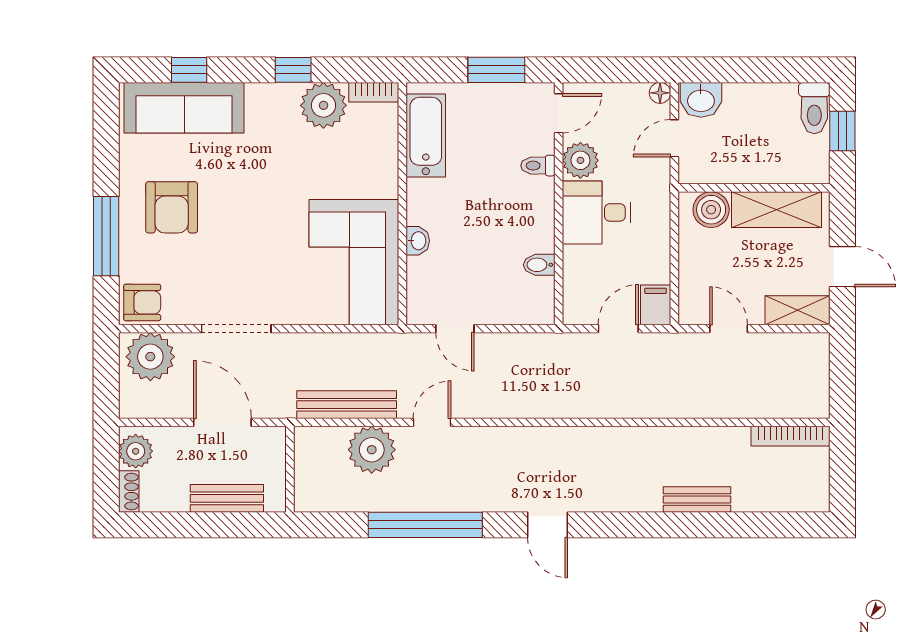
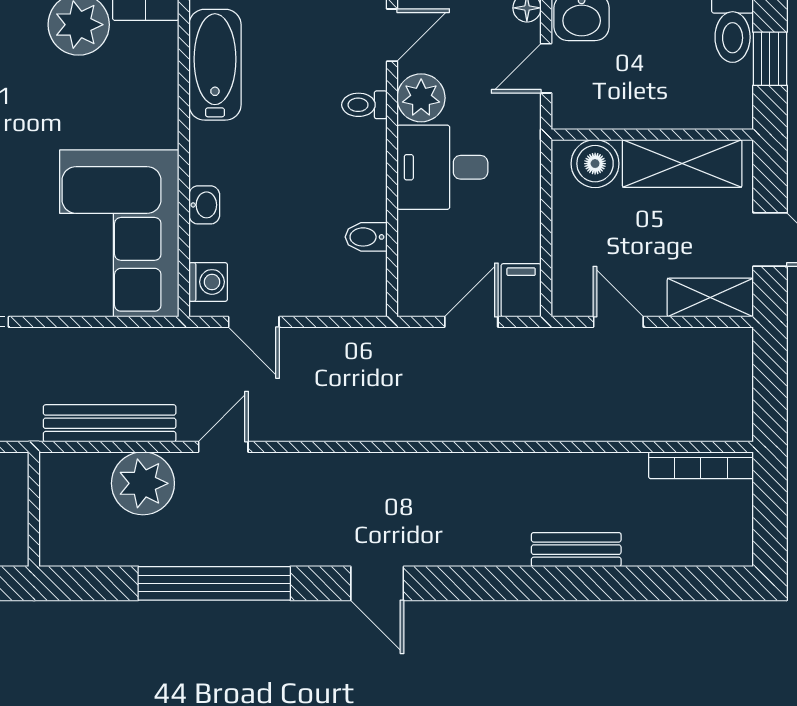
washing machine: (421, 299) -> (208, 282), added

